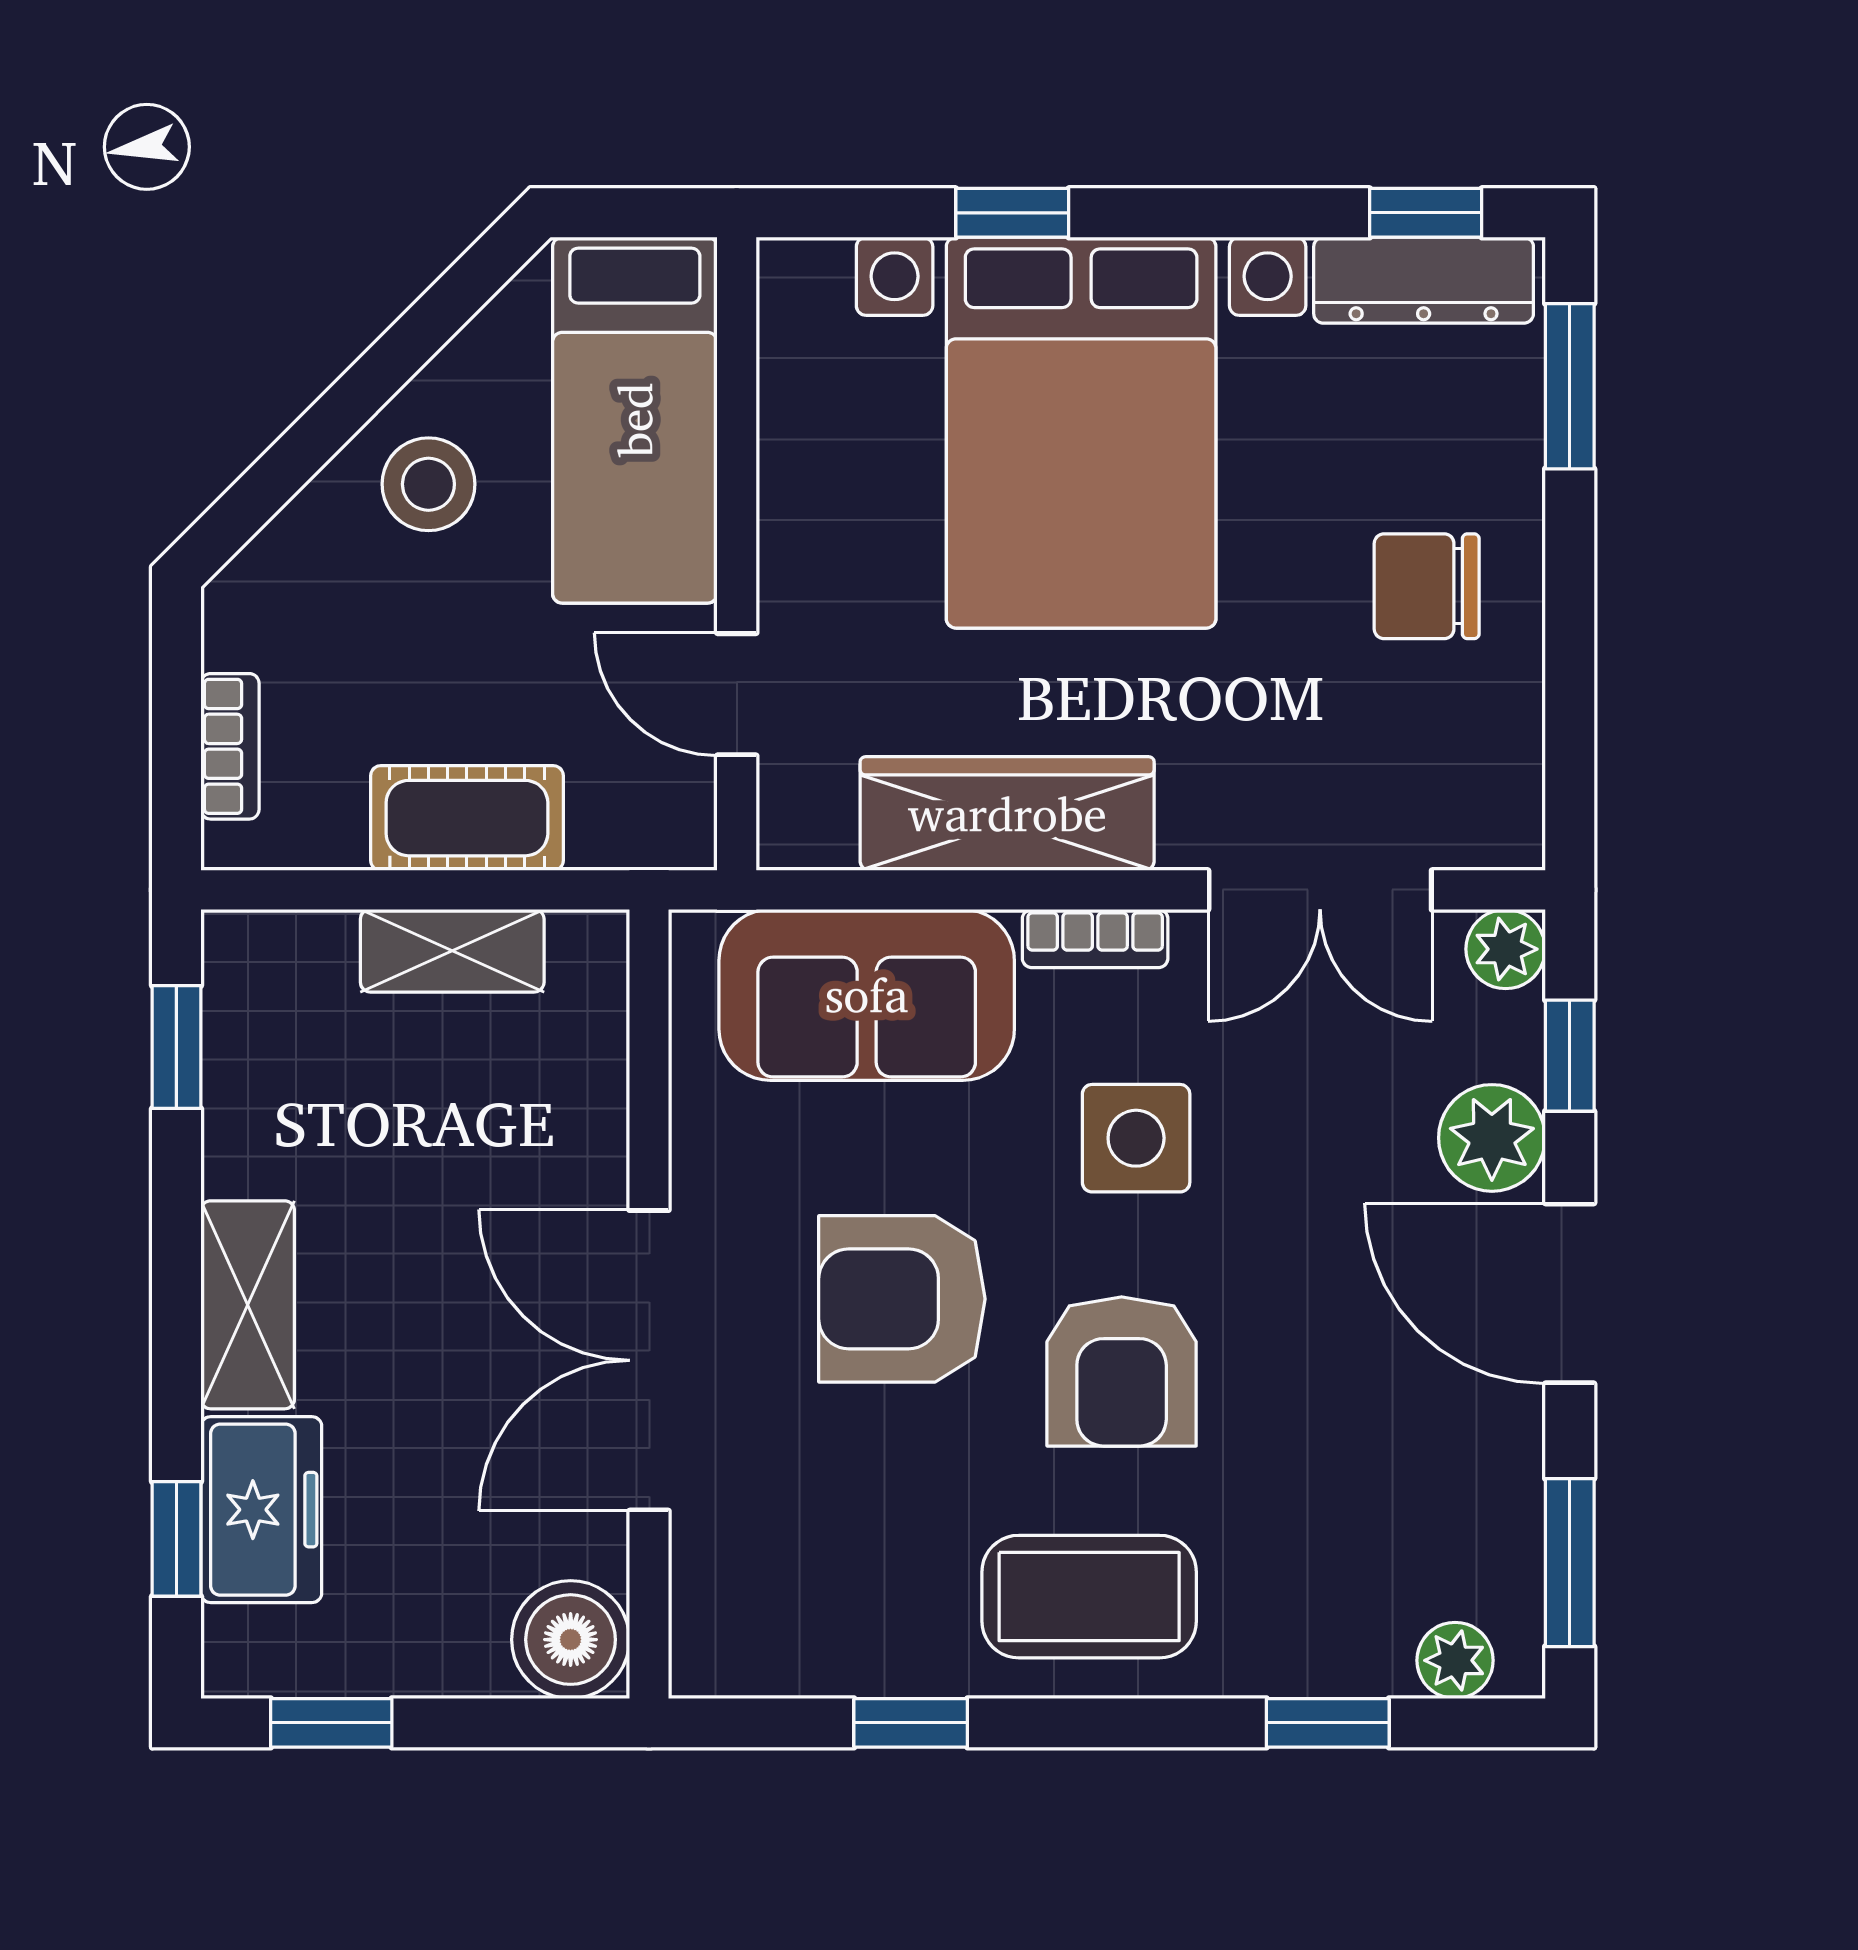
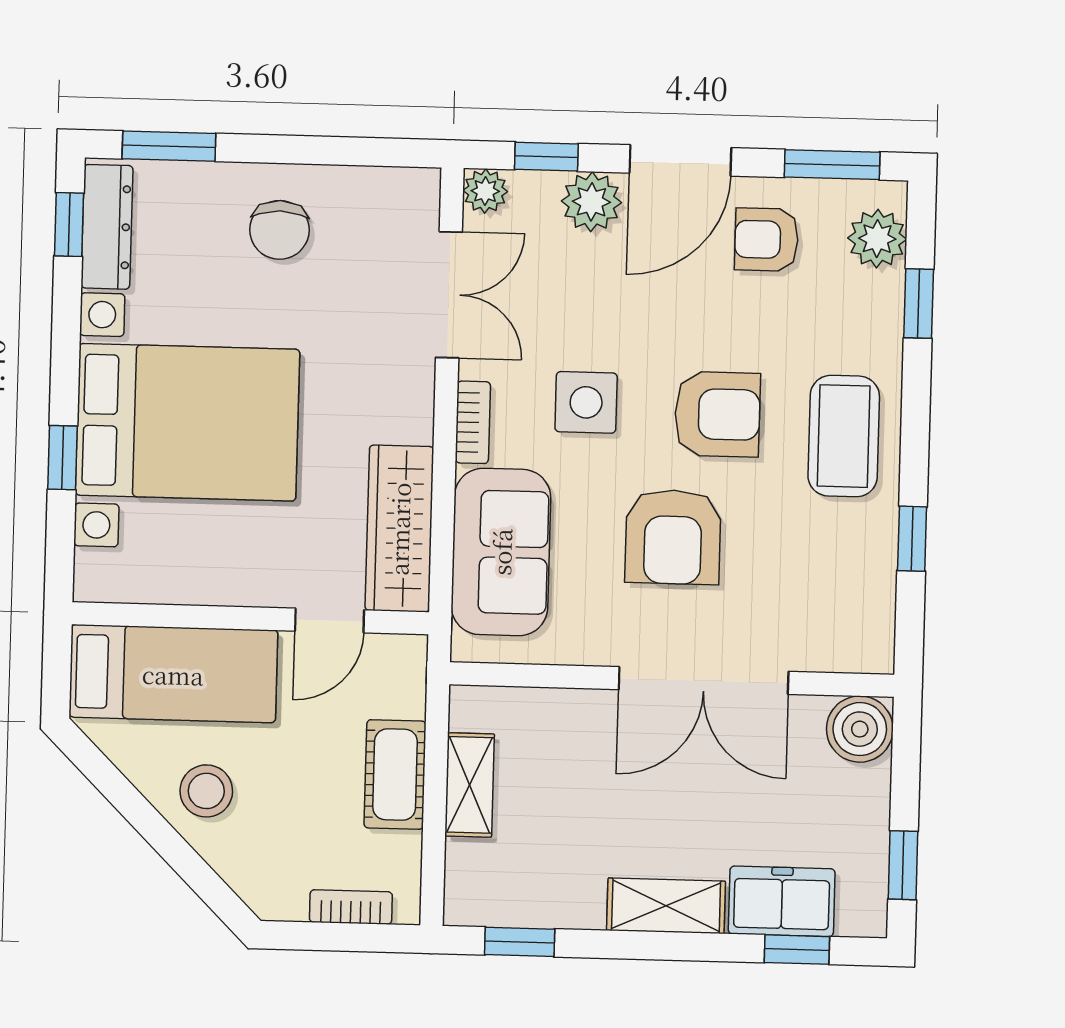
wardrobe: (1007, 814) -> (399, 529), moved
armchair: (1434, 1450) -> (766, 240), added
plant: (1455, 1660) -> (877, 239), width x1.38, depth x1.38

